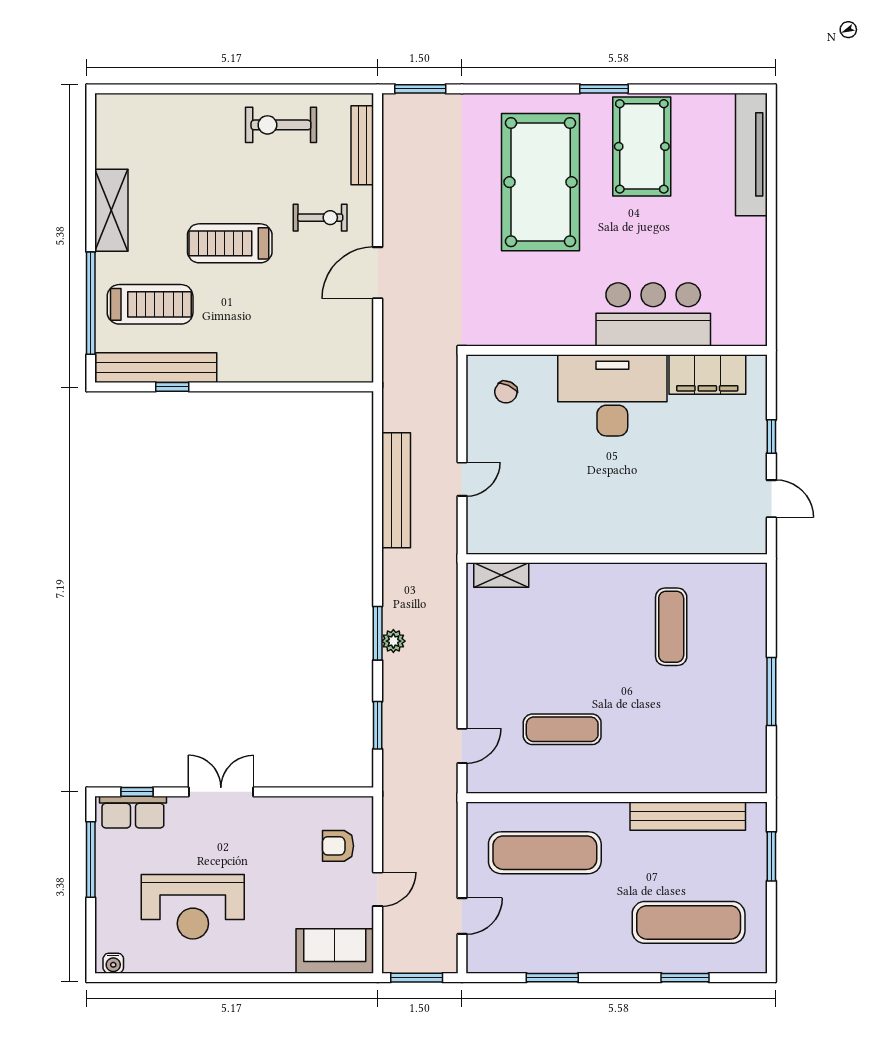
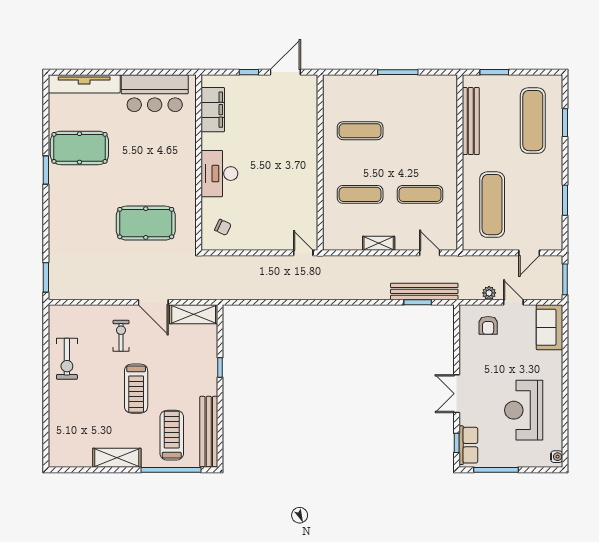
bench: (362, 145) -> (79, 311), removed
pool table: (541, 182) -> (146, 223), moved, width x0.73, depth x0.76
bar counter: (653, 314) -> (155, 93), moved, turned -90
shelving: (357, 342) -> (194, 314), added
window: (172, 387) -> (220, 367), moved
desk: (612, 395) -> (219, 174), width x0.73, depth x0.77
door: (462, 479) -> (303, 253), moved
bench: (396, 490) -> (424, 291), moved
door: (771, 499) -> (285, 72), width x1.38
shelving: (501, 575) -> (379, 243), moved, turned 90
exercise mat: (562, 627) -> (360, 194), added
window: (378, 633) -> (364, 302), removed
plant: (393, 641) -> (489, 293), moved
exercise mat: (562, 729) -> (420, 194), turned 90
reception desk: (193, 907) -> (524, 410), turned 180
door: (462, 916) -> (529, 253), swing flipped

